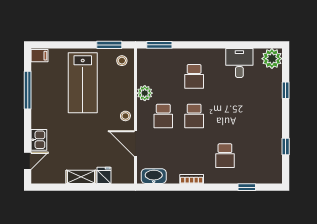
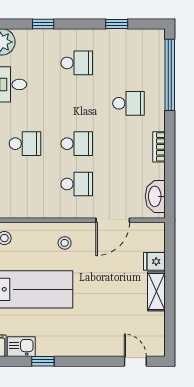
window: (28, 90) -> (43, 361), width x0.46
plant: (145, 93) -> (47, 208), removed
stool: (125, 116) -> (65, 243), moved
school desk: (256, 116) -> (77, 63), added
kitchen sink: (39, 140) -> (21, 347), moved
window: (247, 187) -> (170, 75), width x3.17

